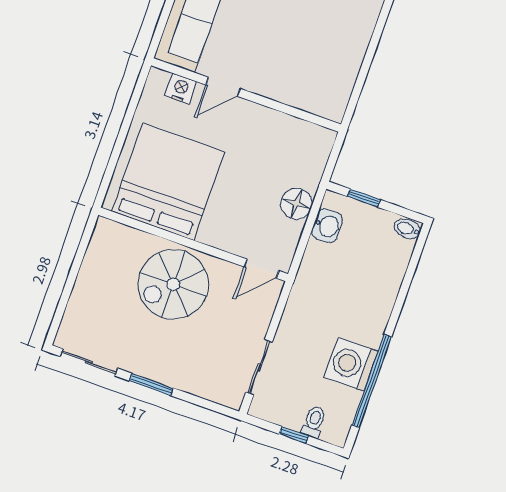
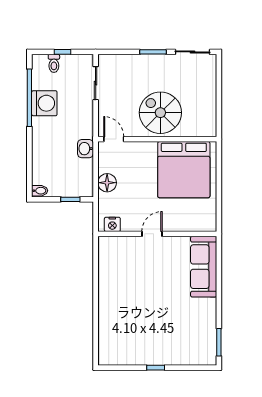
door: (223, 87) -> (152, 234), moved
nightstand: (181, 89) -> (112, 224), moved
washbasin: (327, 226) -> (85, 149), moved
door: (262, 269) -> (114, 139), hinge flipped
spiral stairs: (173, 284) -> (160, 113), turned -90

